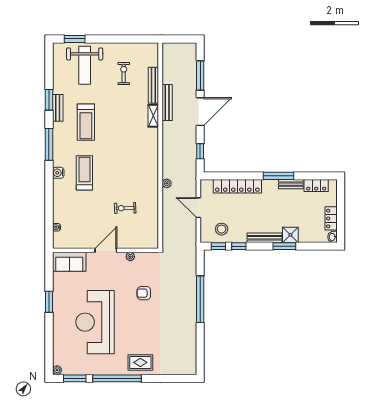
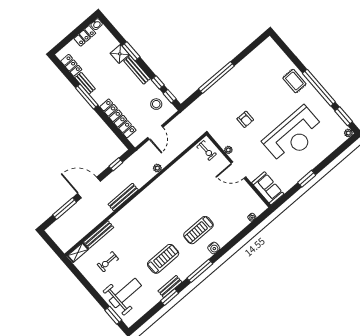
bench: (167, 103) -> (123, 197), moved
shelving: (153, 116) -> (78, 252), moved
exercise bike: (125, 208) -> (206, 150), moved

